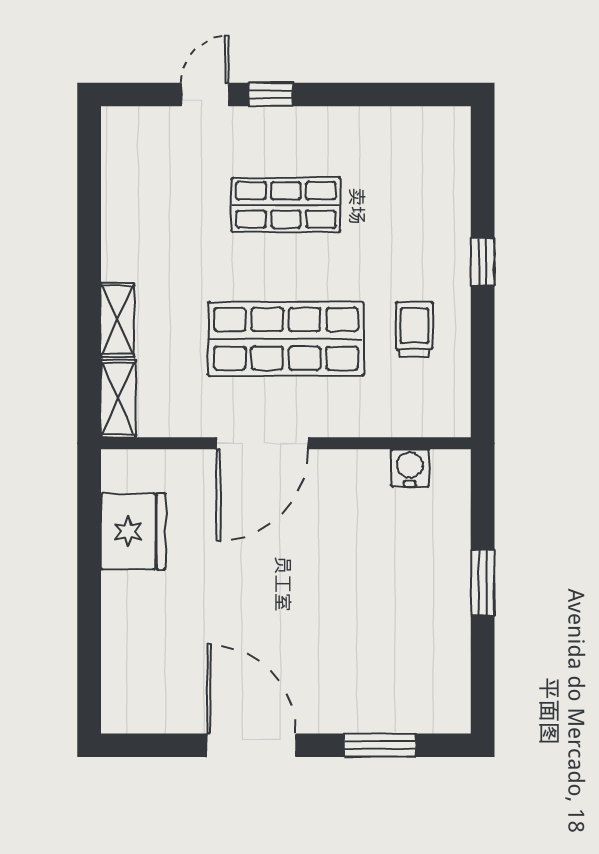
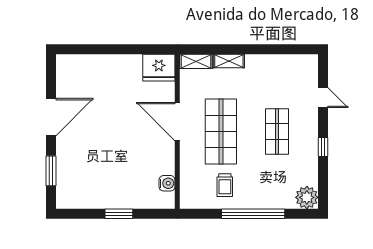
window: (271, 95) -> (323, 147), moved
plant: (444, 134) -> (307, 197), added
window: (483, 262) -> (253, 214), width x3.17
trolley: (414, 329) -> (225, 185), turned 90
fridge: (133, 531) -> (159, 68), moved

